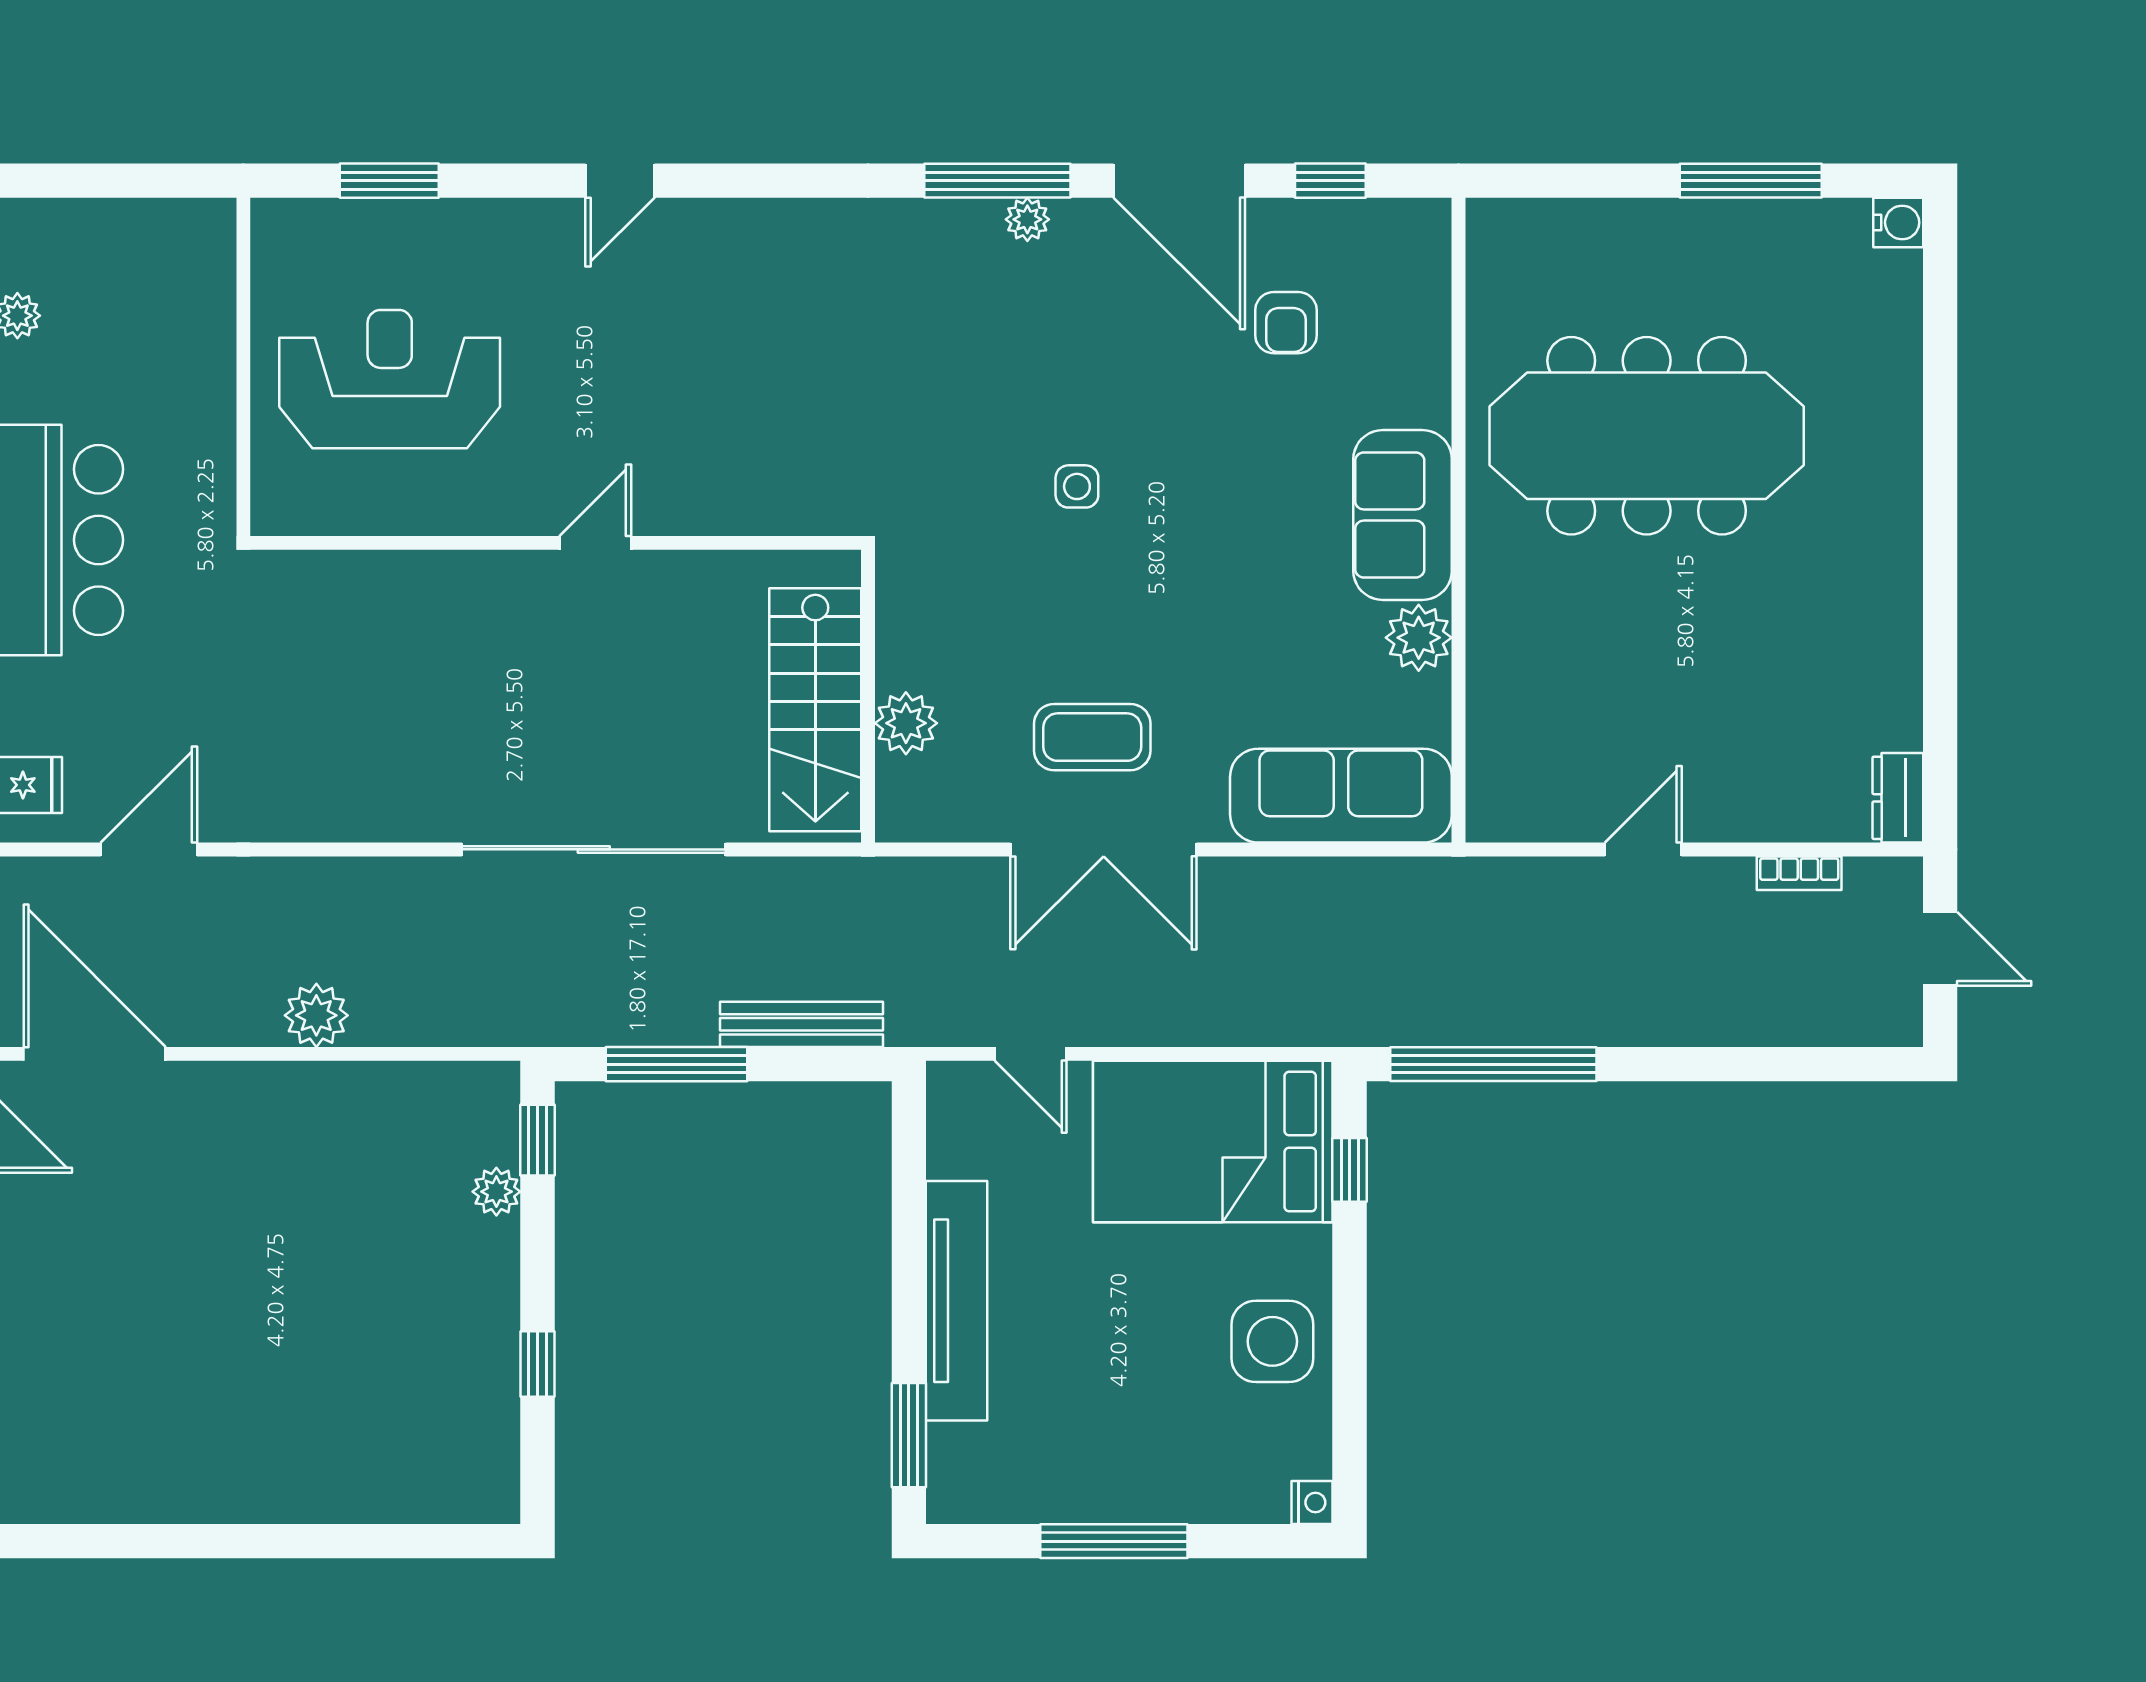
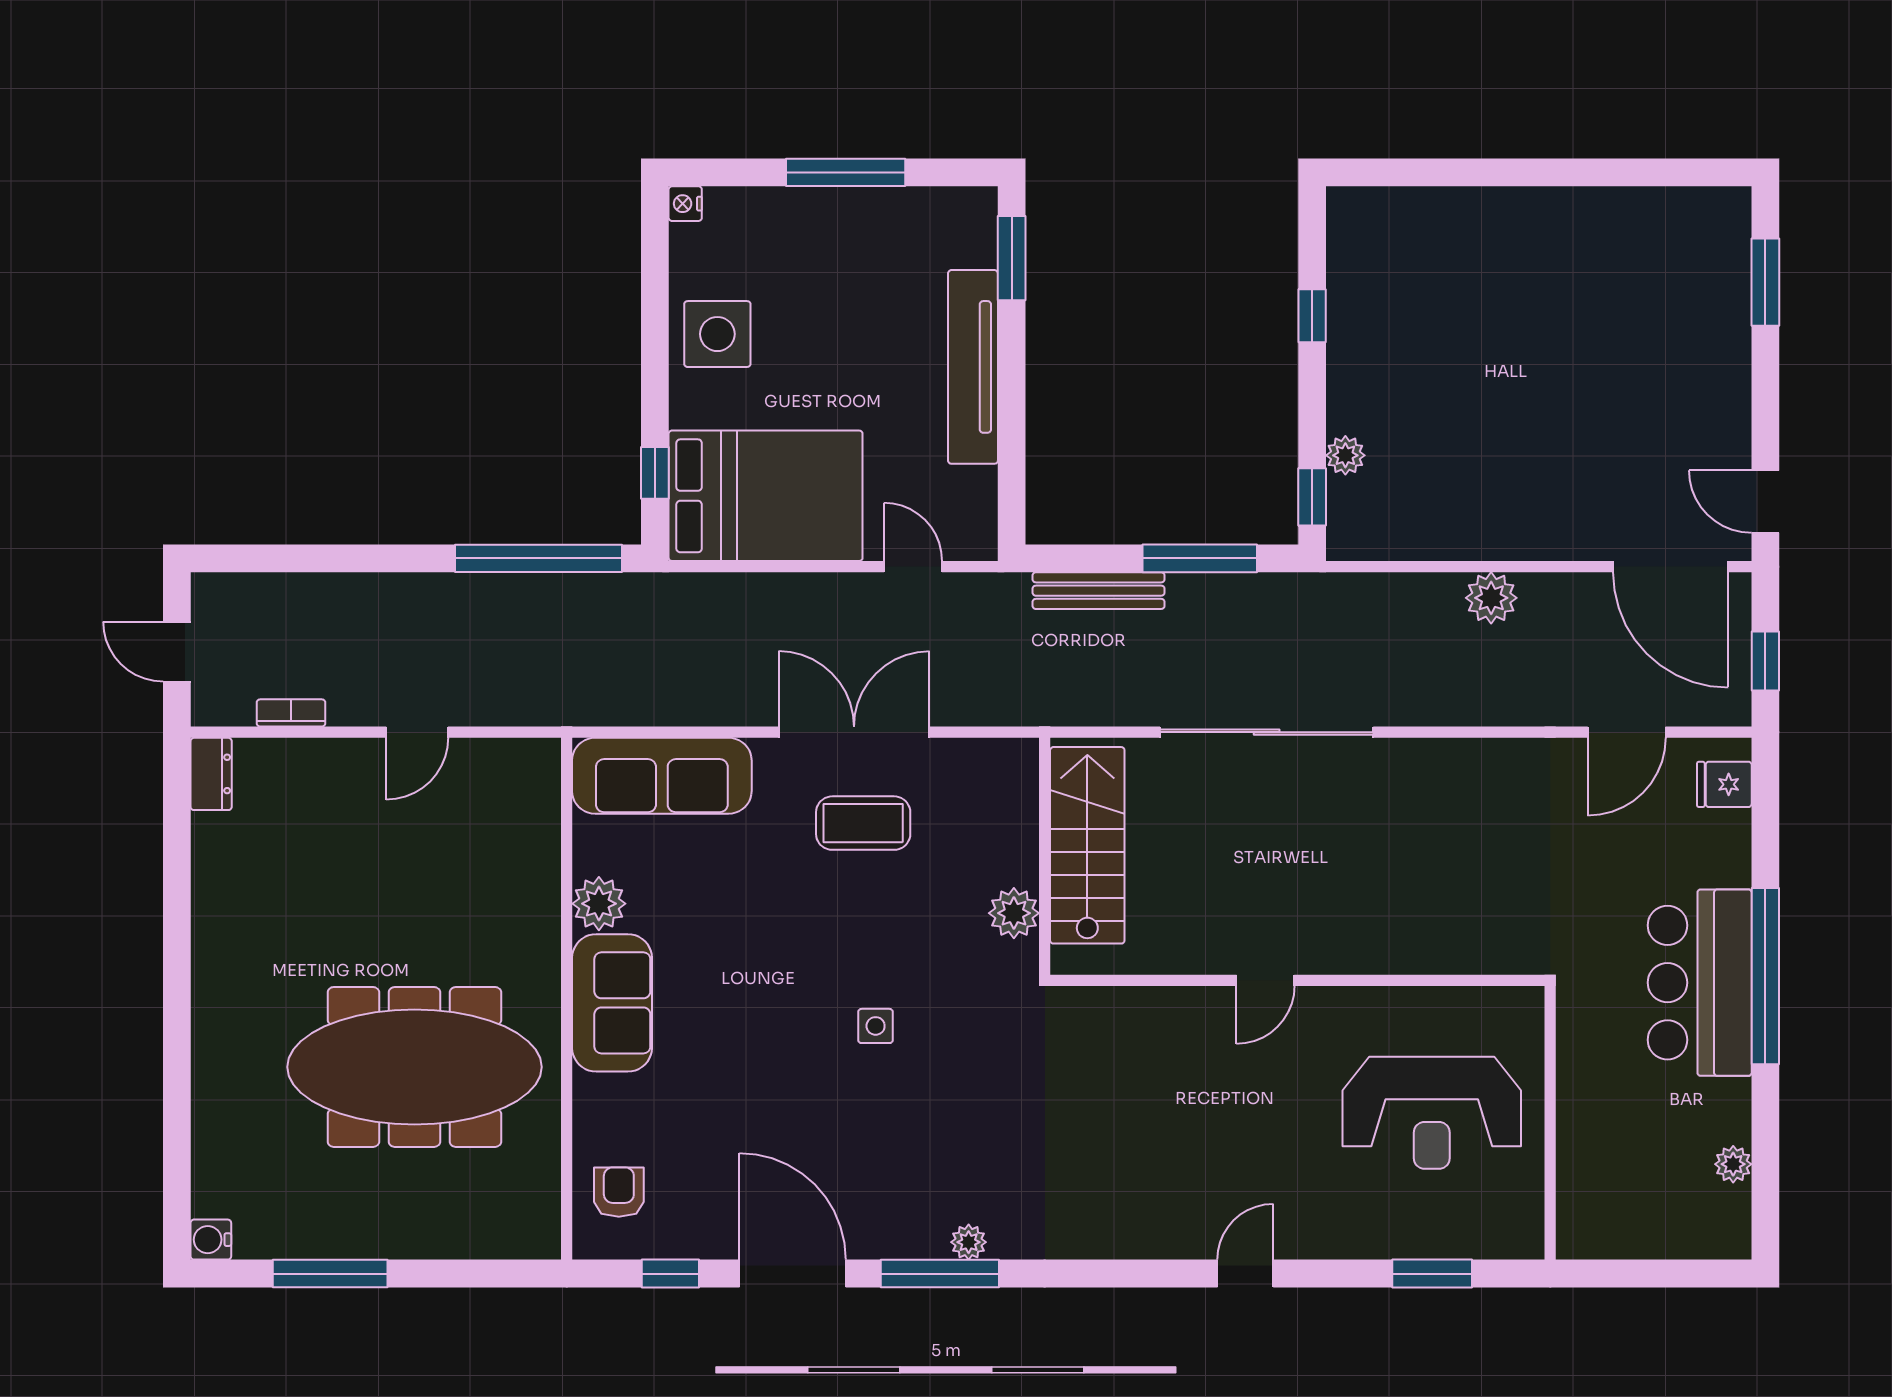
plant: (1027, 219) -> (969, 1242), moved
armchair: (1286, 323) -> (619, 1192), moved
plant: (906, 723) -> (1014, 913), moved

